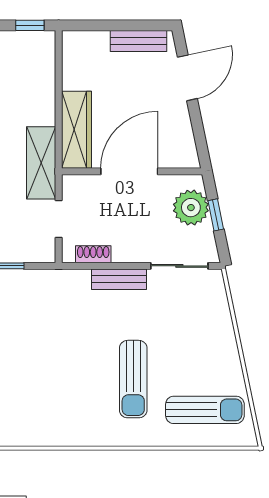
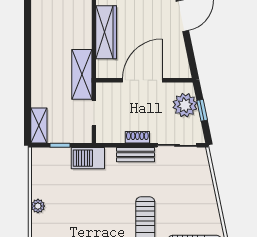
wardrobe: (77, 130) -> (106, 32), moved
shoe rack: (93, 254) -> (137, 137), moved
barbecue: (50, 284) -> (88, 158), added

